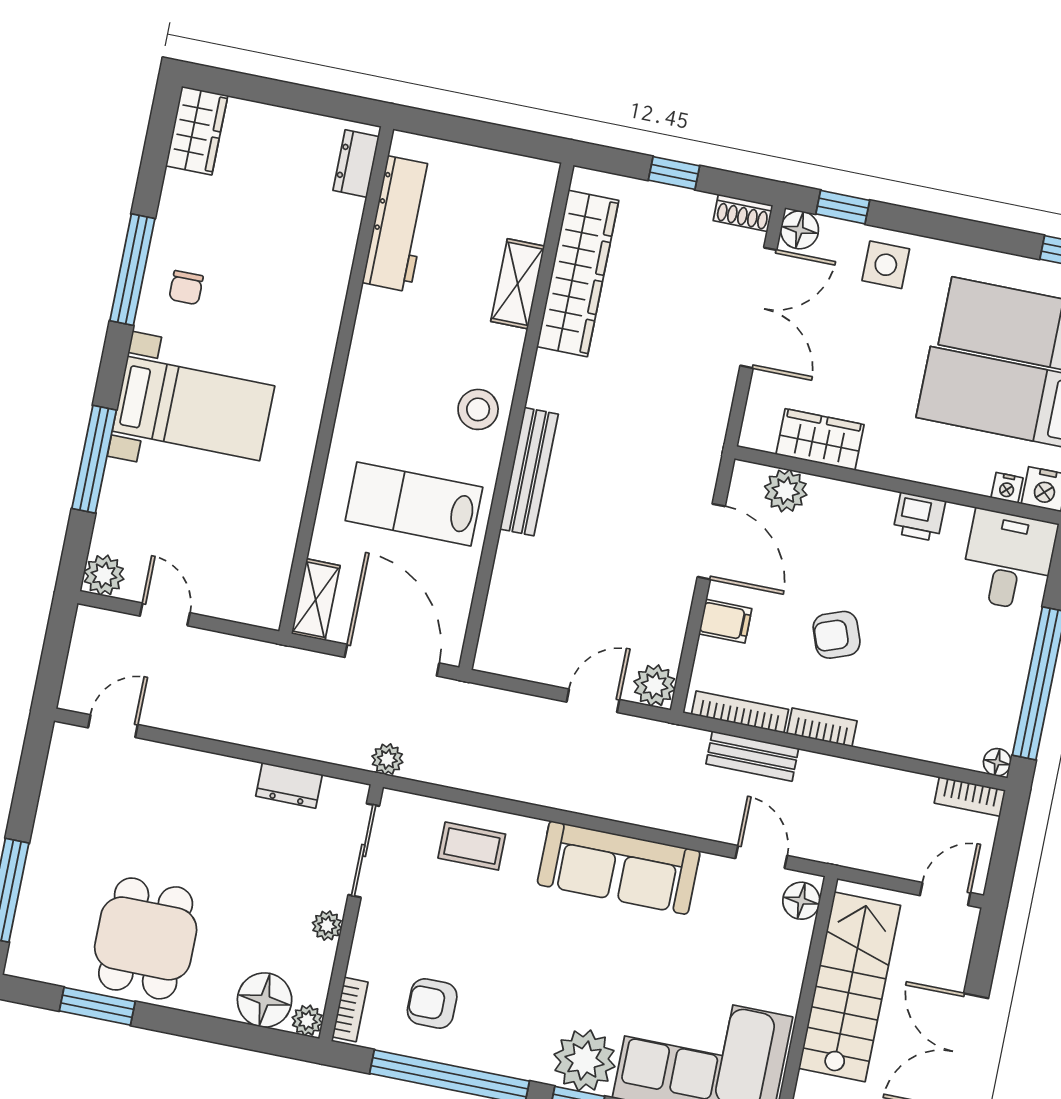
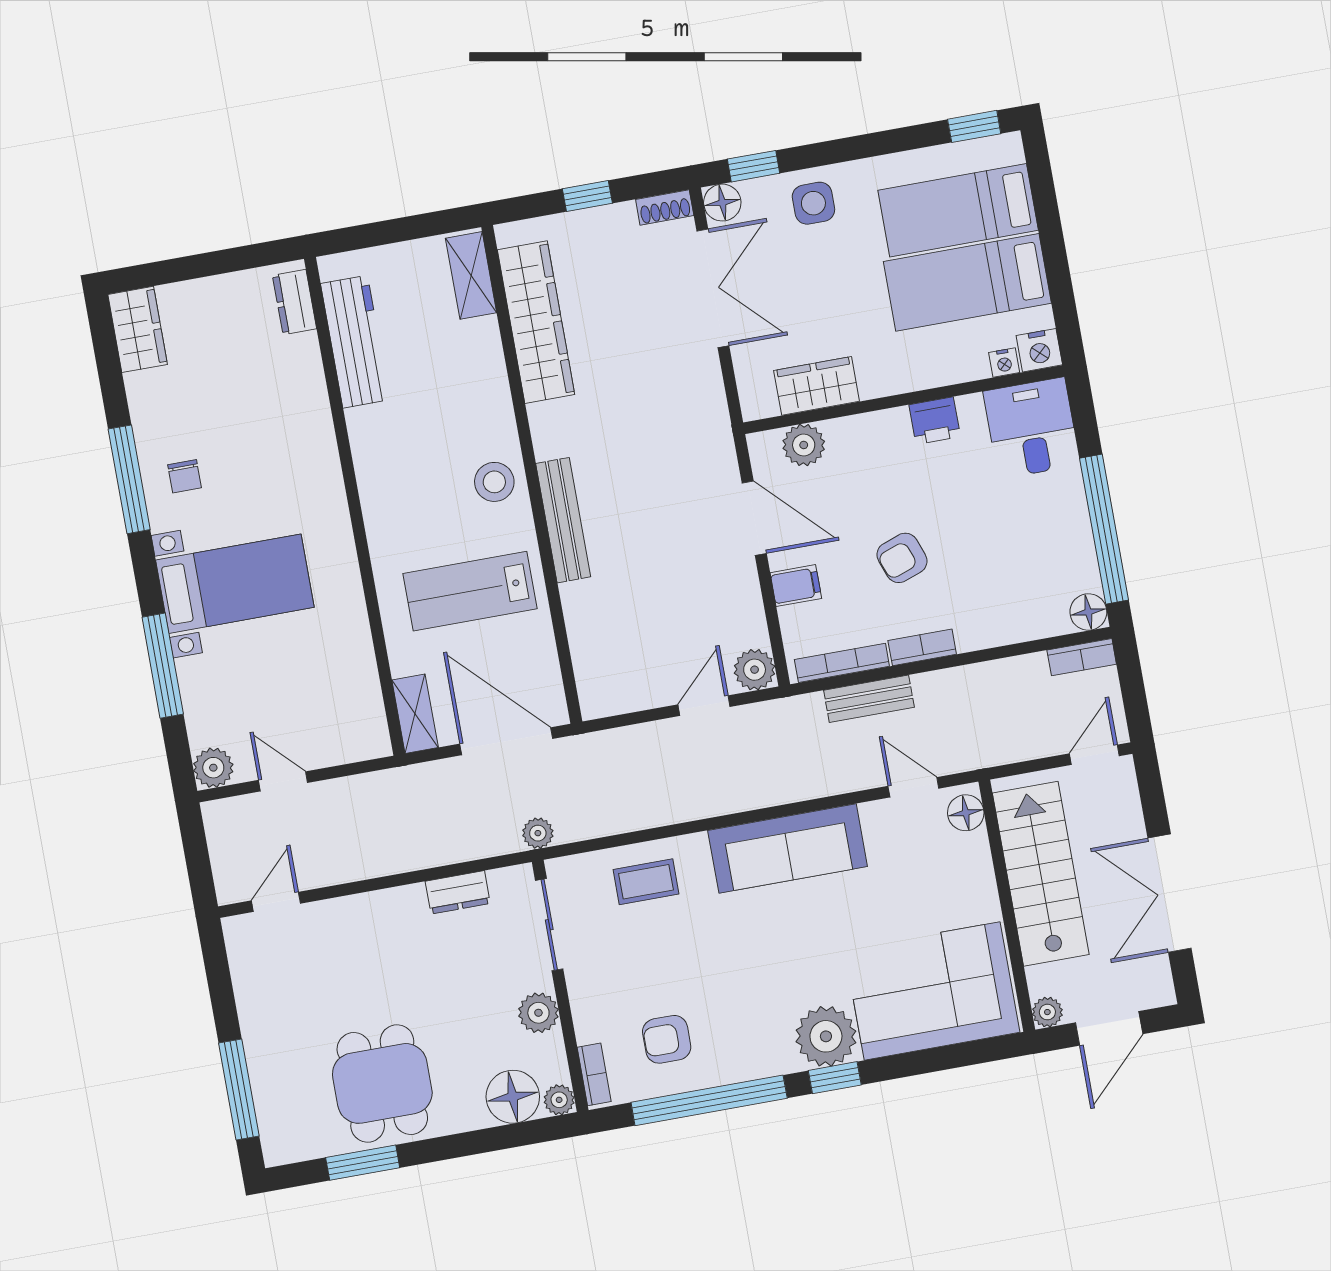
shelving: (518, 284) -> (471, 275), moved
floor lamp: (997, 762) -> (1088, 612), width x1.37, depth x1.37
plant: (327, 926) -> (538, 1013), width x1.38, depth x1.38

